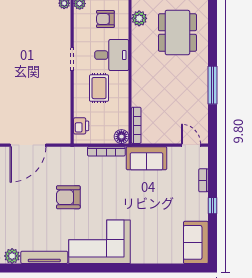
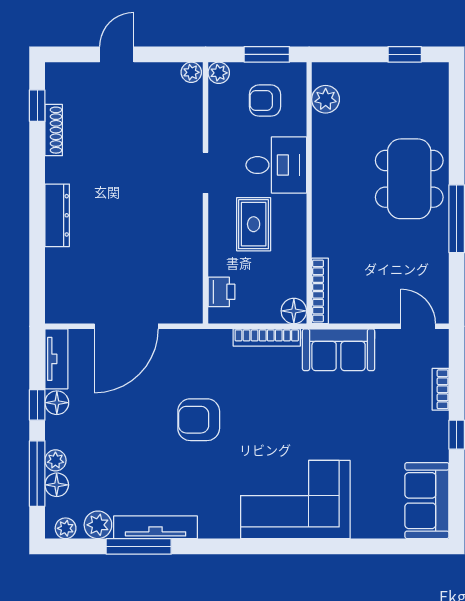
dining table: (177, 33) -> (409, 179), moved
corner sofa: (99, 242) -> (295, 500), moved
window: (35, 268) -> (139, 546), added

